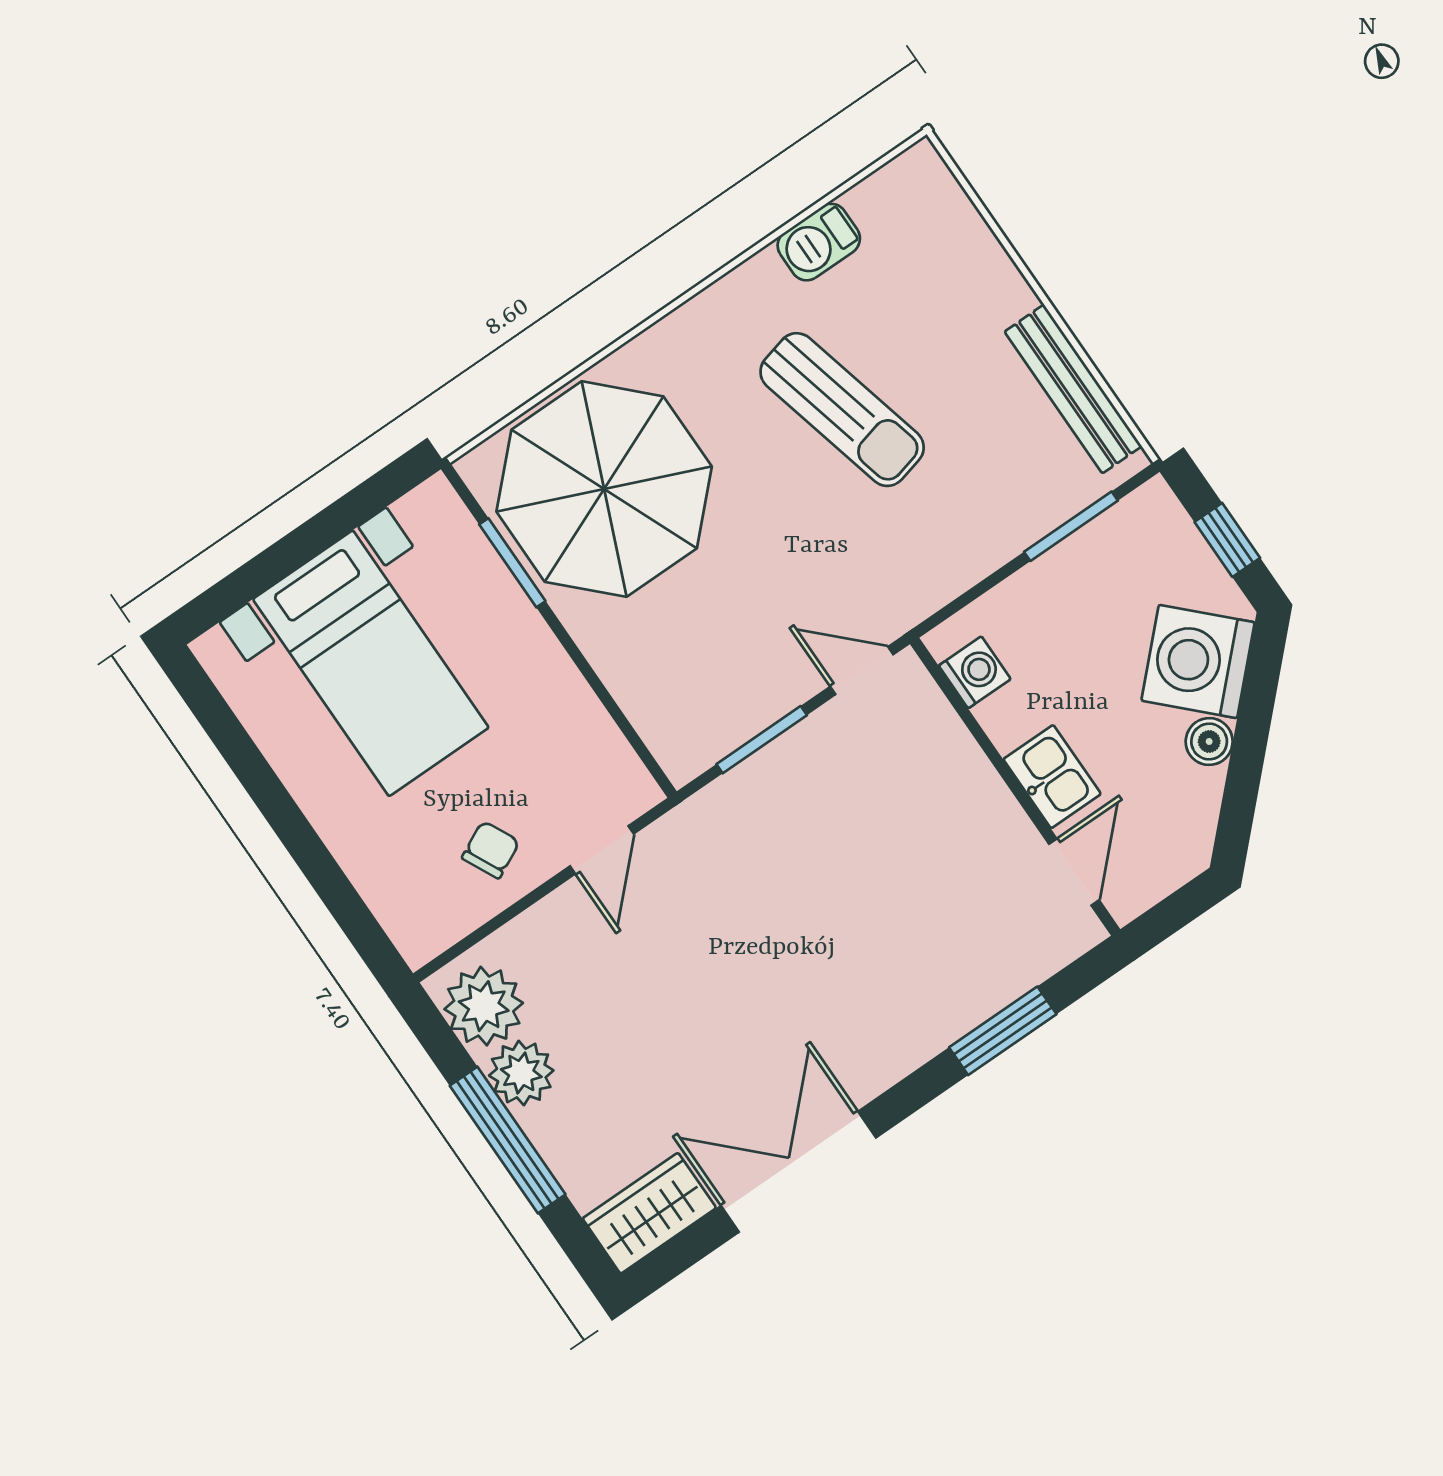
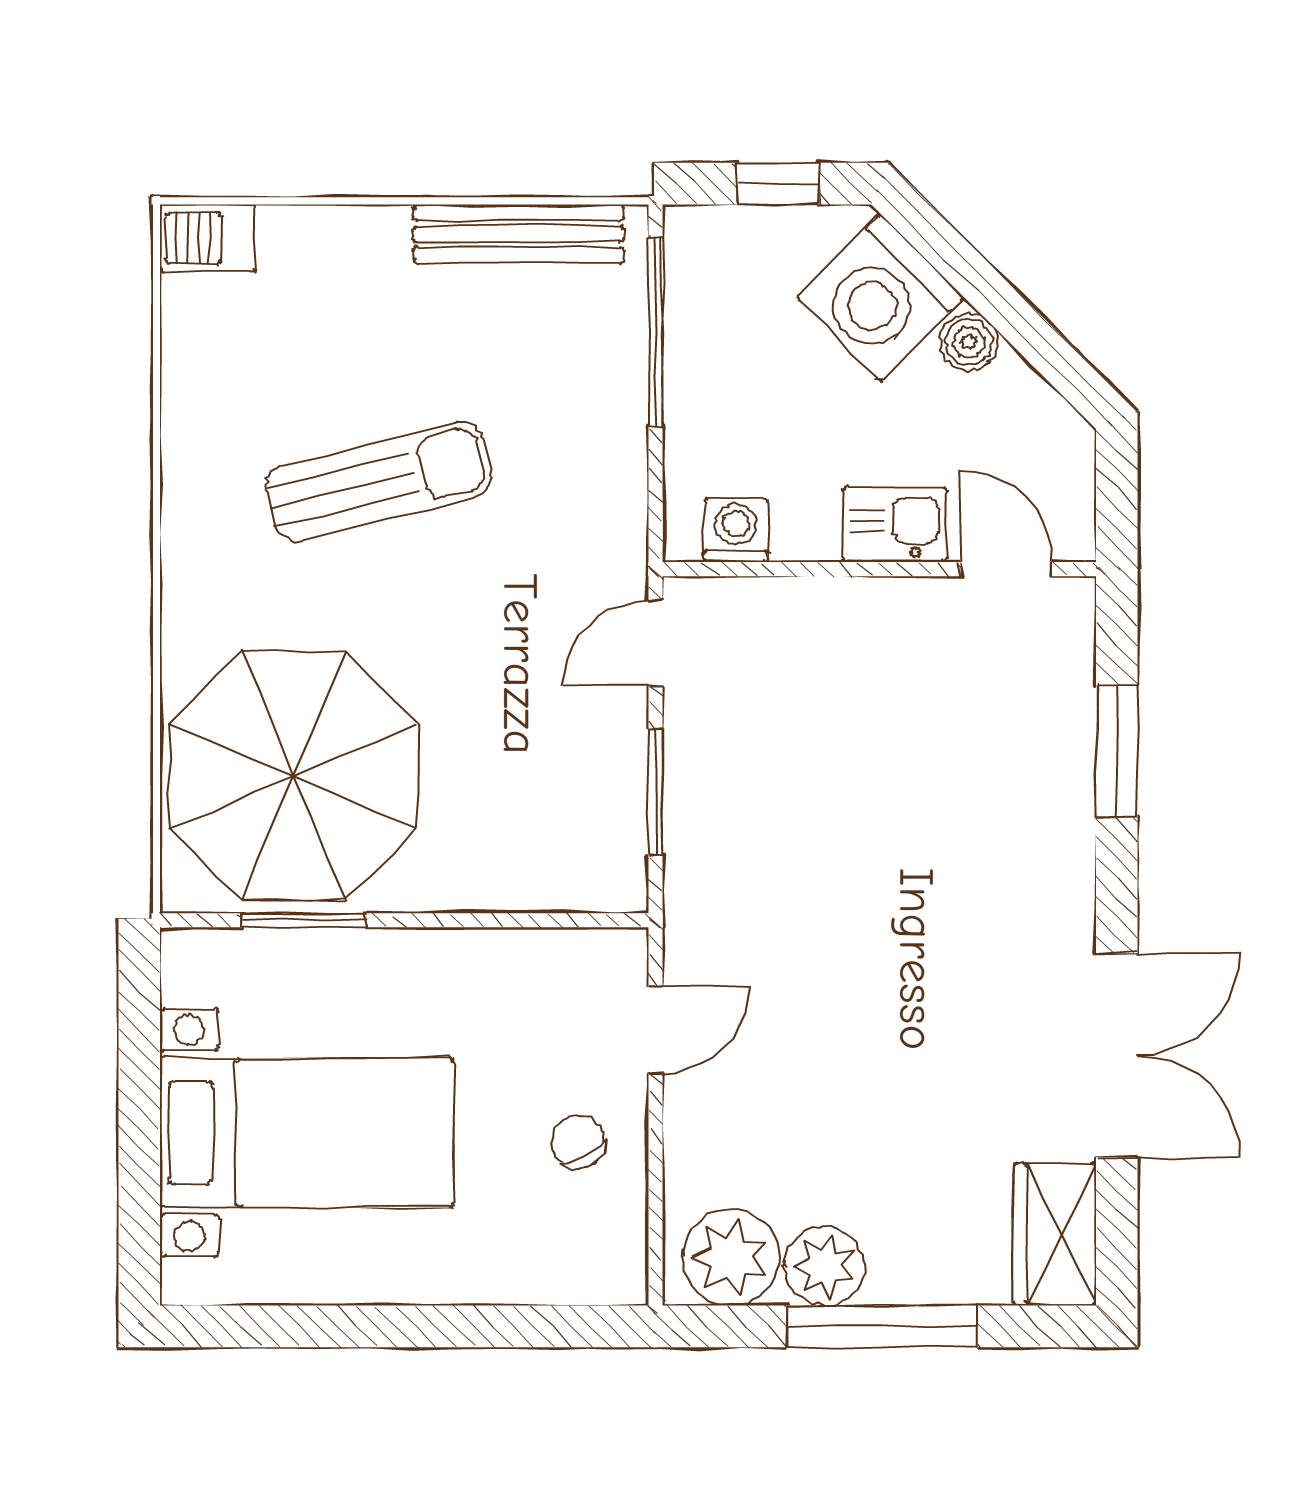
barbecue: (819, 242) -> (207, 238), moved, turned 90
window: (1071, 526) -> (656, 332), width x1.44
door: (602, 850) -> (656, 1030), hinge flipped
double door: (799, 1172) -> (1117, 1055), swing flipped

